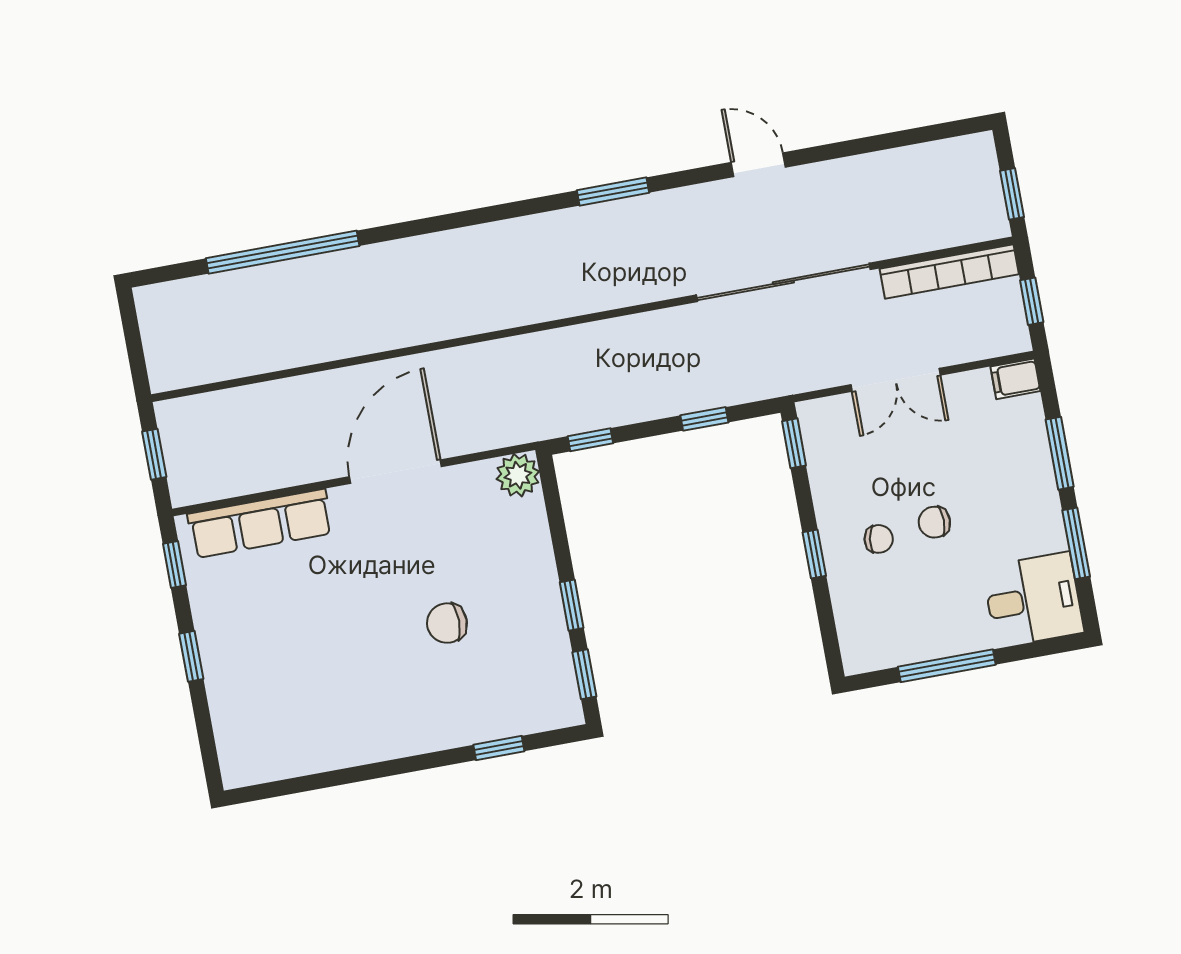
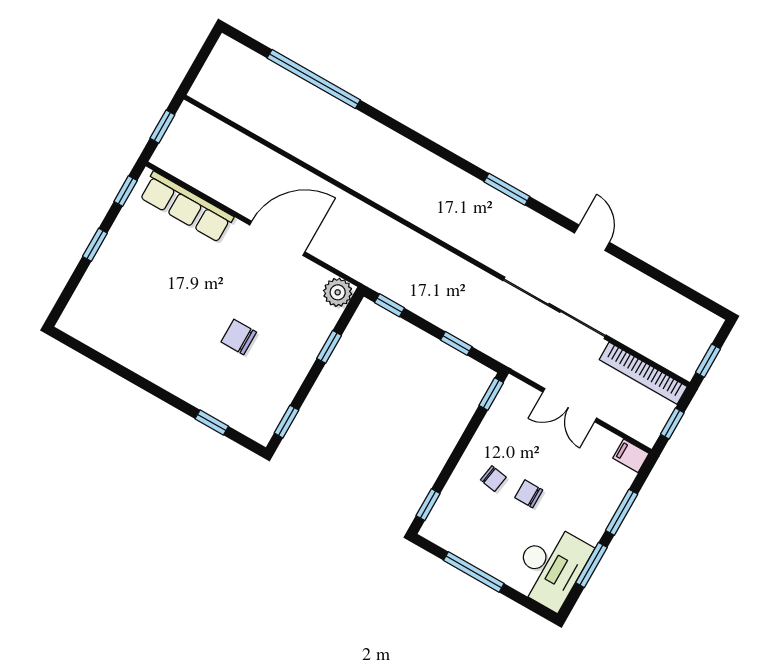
window: (814, 554) -> (428, 505), moved
desk: (1033, 600) -> (551, 566), width x1.37
window: (572, 605) -> (329, 347), moved

